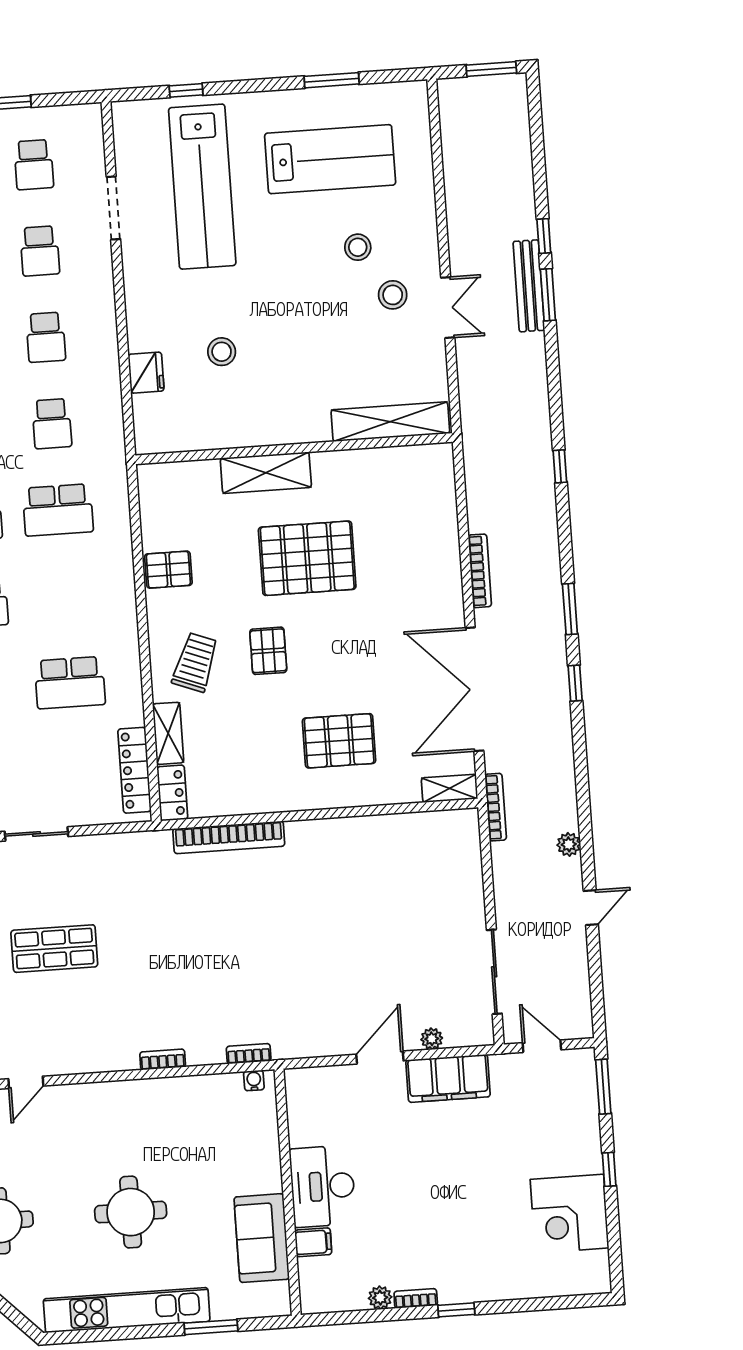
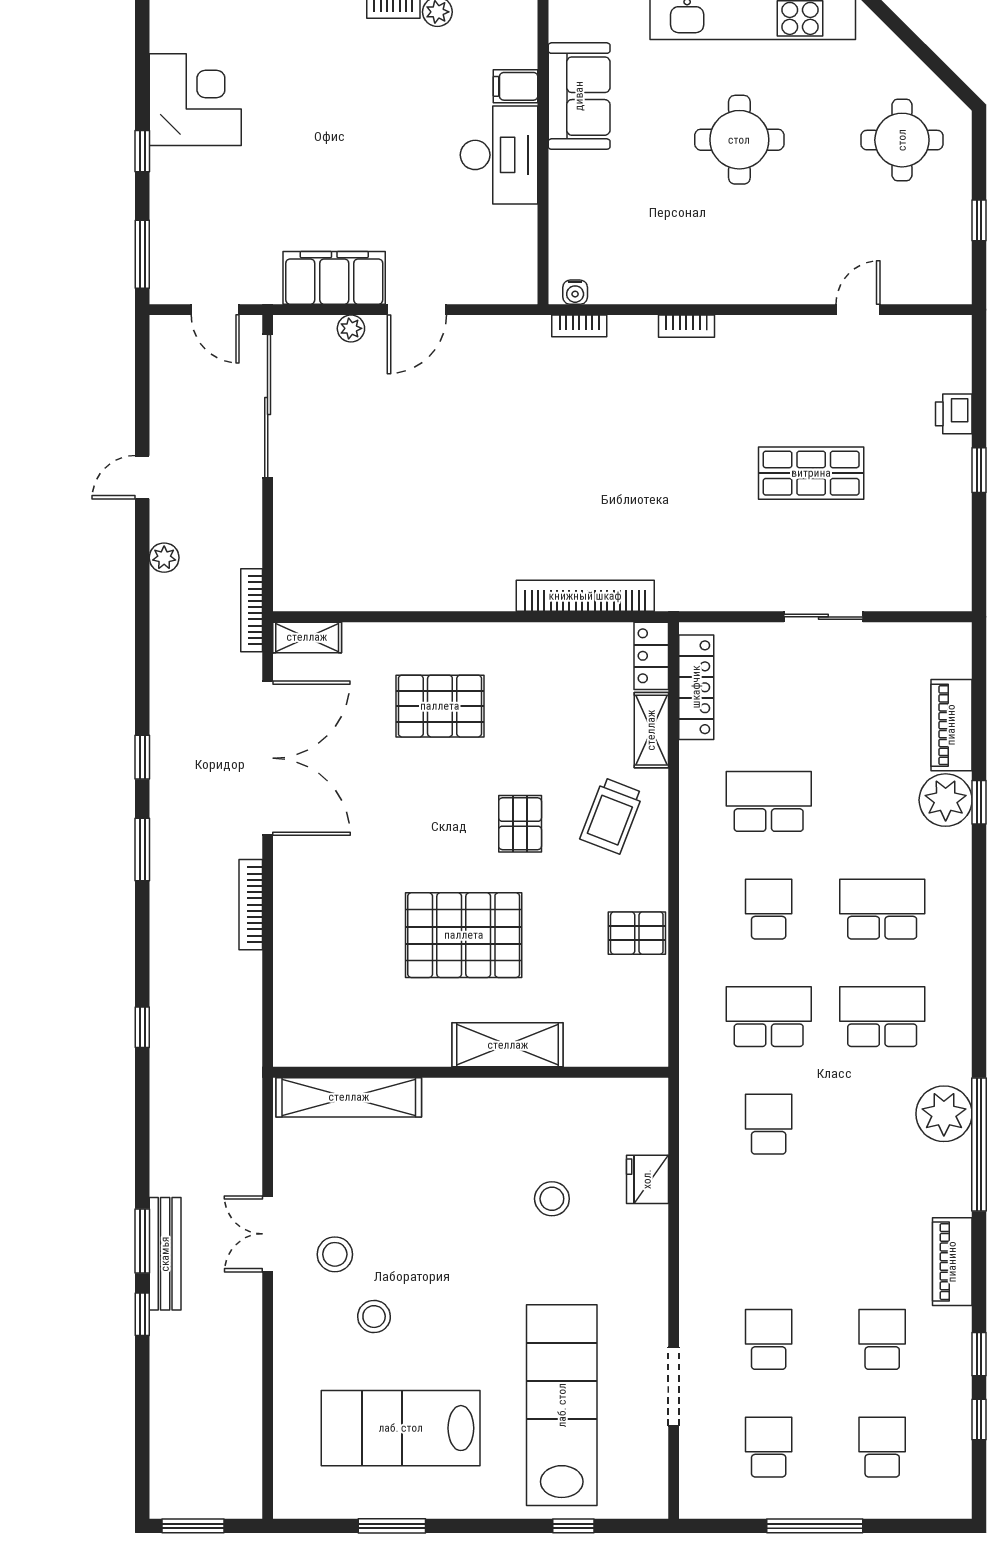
school desk: (46, 337) -> (769, 909), moved
sliding door: (494, 972) -> (268, 406), width x1.36

